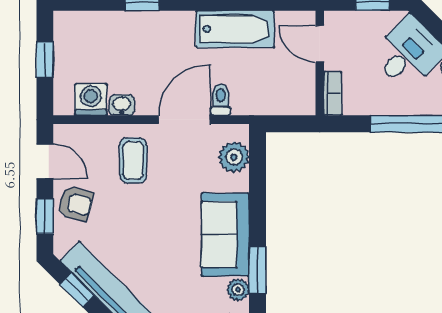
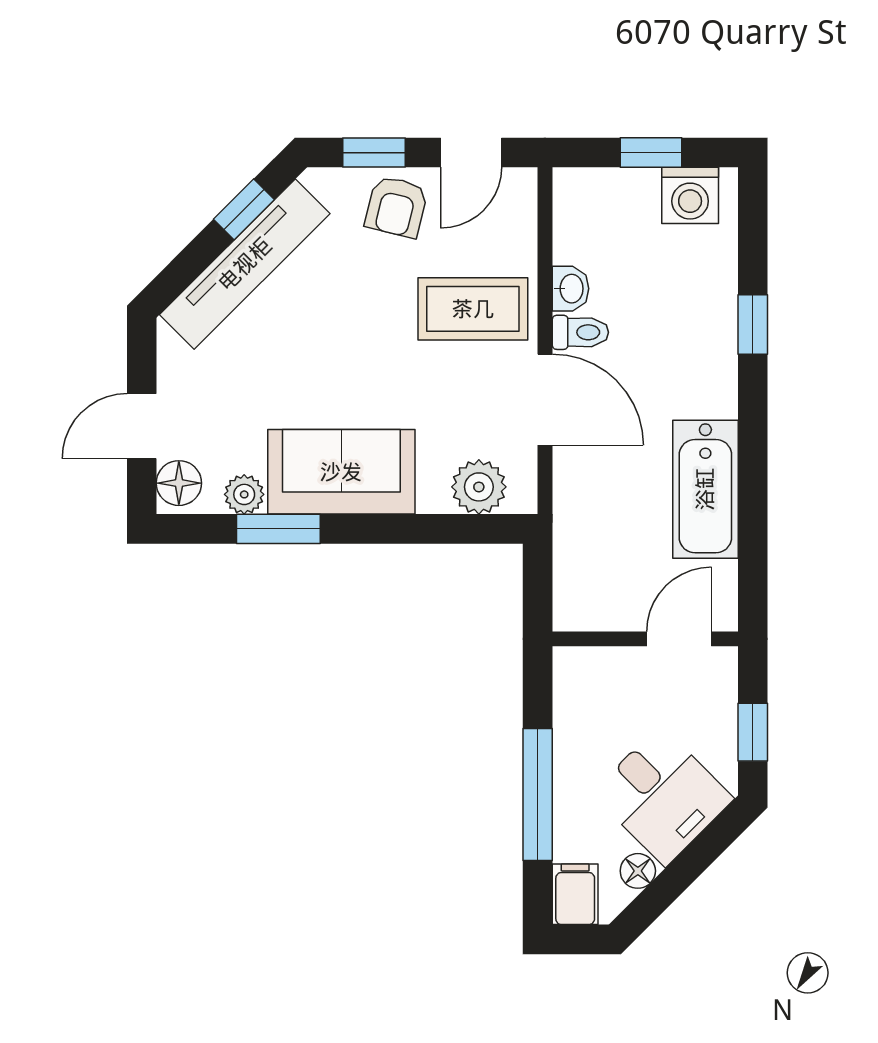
bookcase: (333, 94) -> (591, 662), removed
washing machine: (91, 100) -> (690, 195), moved, turned 90
toilet: (221, 100) -> (580, 332), moved
coffee table: (133, 160) -> (473, 309), width x1.36, depth x1.30

